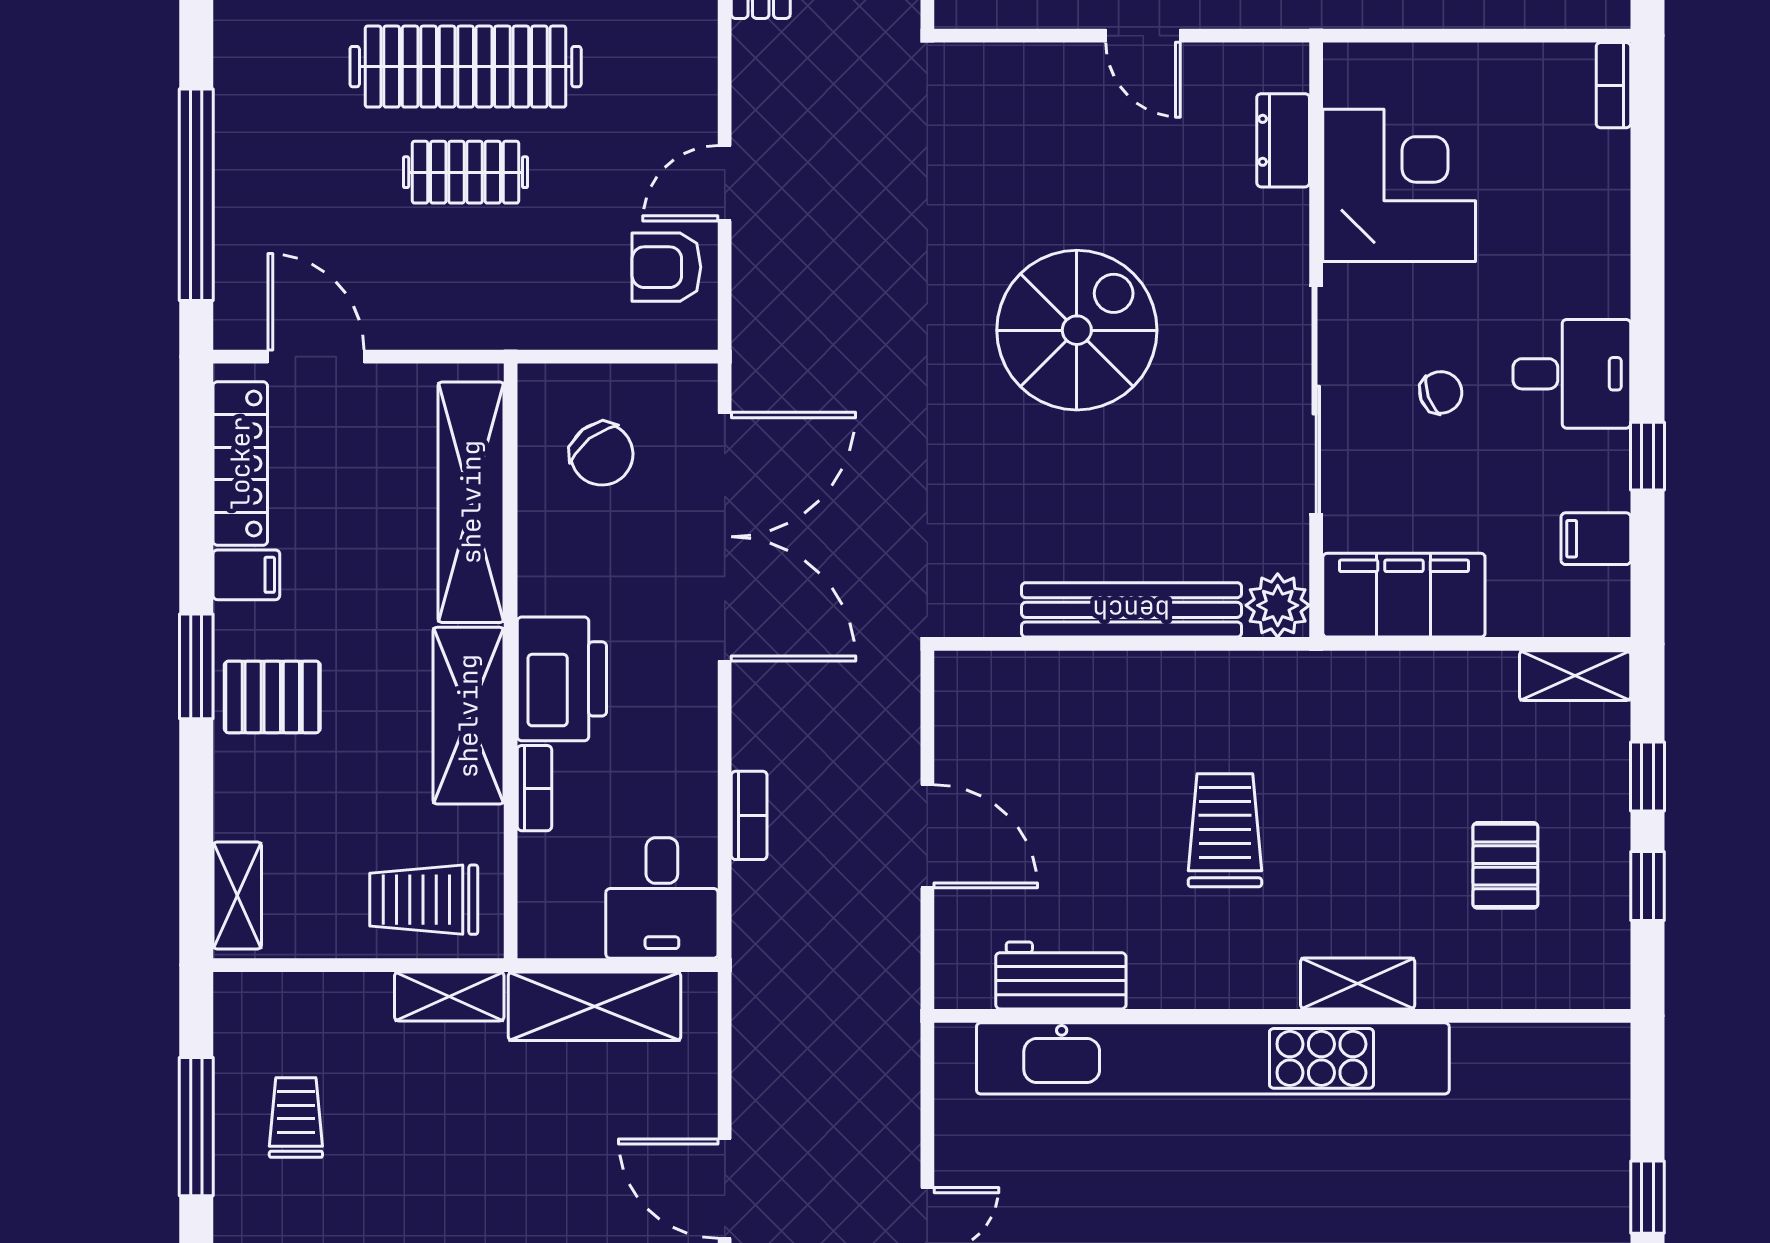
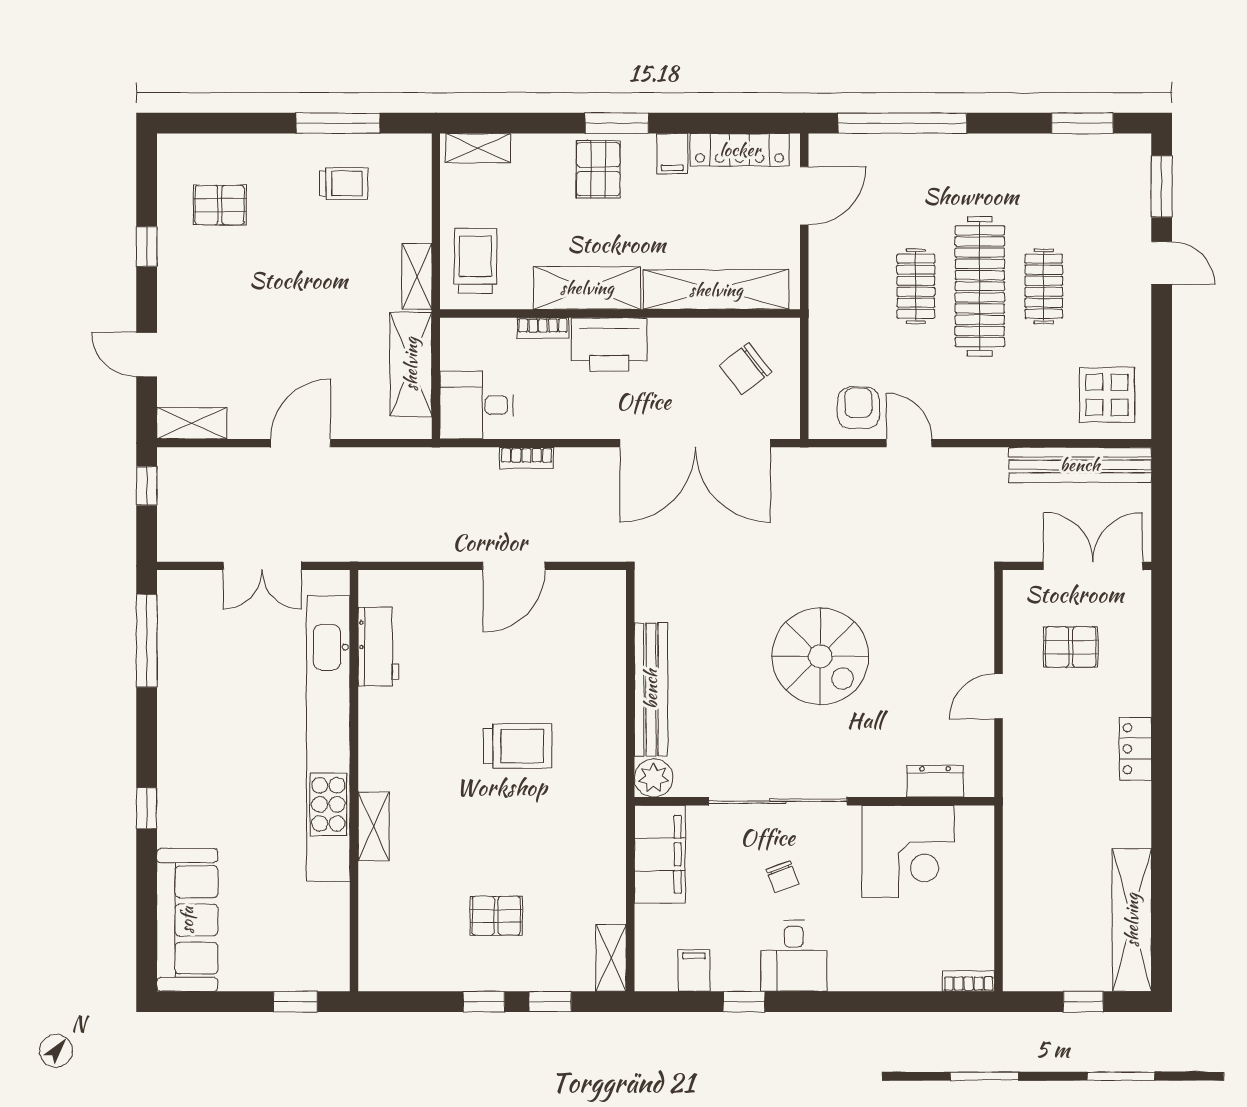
workbench: (1061, 975) -> (378, 647), moved
shelving: (1358, 983) -> (374, 826), moved
wall: (1282, 1016) -> (354, 781), moved
kitchen unit: (1213, 1058) -> (328, 739), moved

